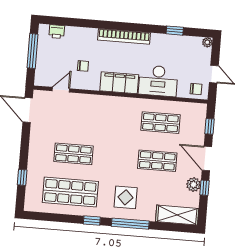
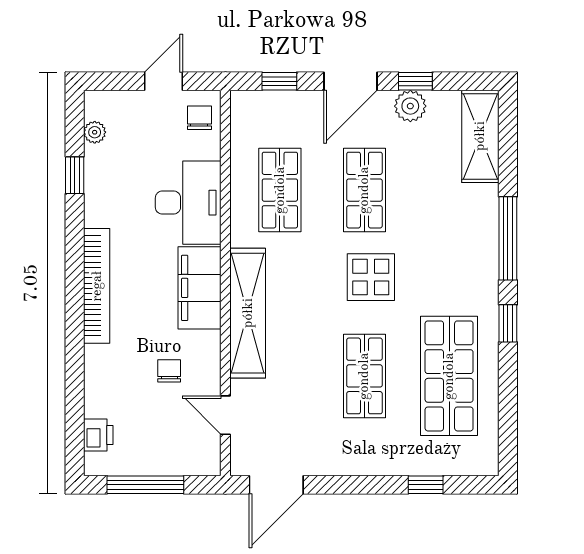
plant: (207, 42) -> (95, 132), moved
shelving: (106, 104) -> (248, 313), added
display table: (126, 197) -> (371, 277), moved

